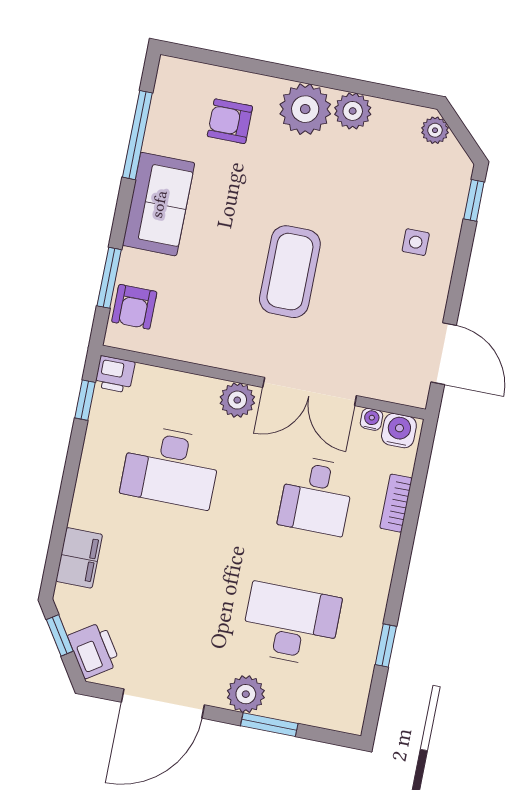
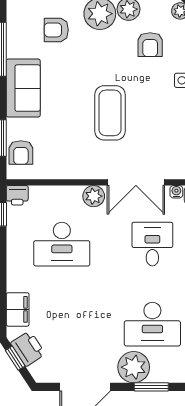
armchair: (376, 175) -> (150, 45), added
desk: (316, 496) -> (152, 244), turned 180
desk: (291, 624) -> (152, 324), turned 180
printer: (94, 650) -> (28, 348), moved
plant: (246, 694) -> (134, 367), width x1.36, depth x1.36

